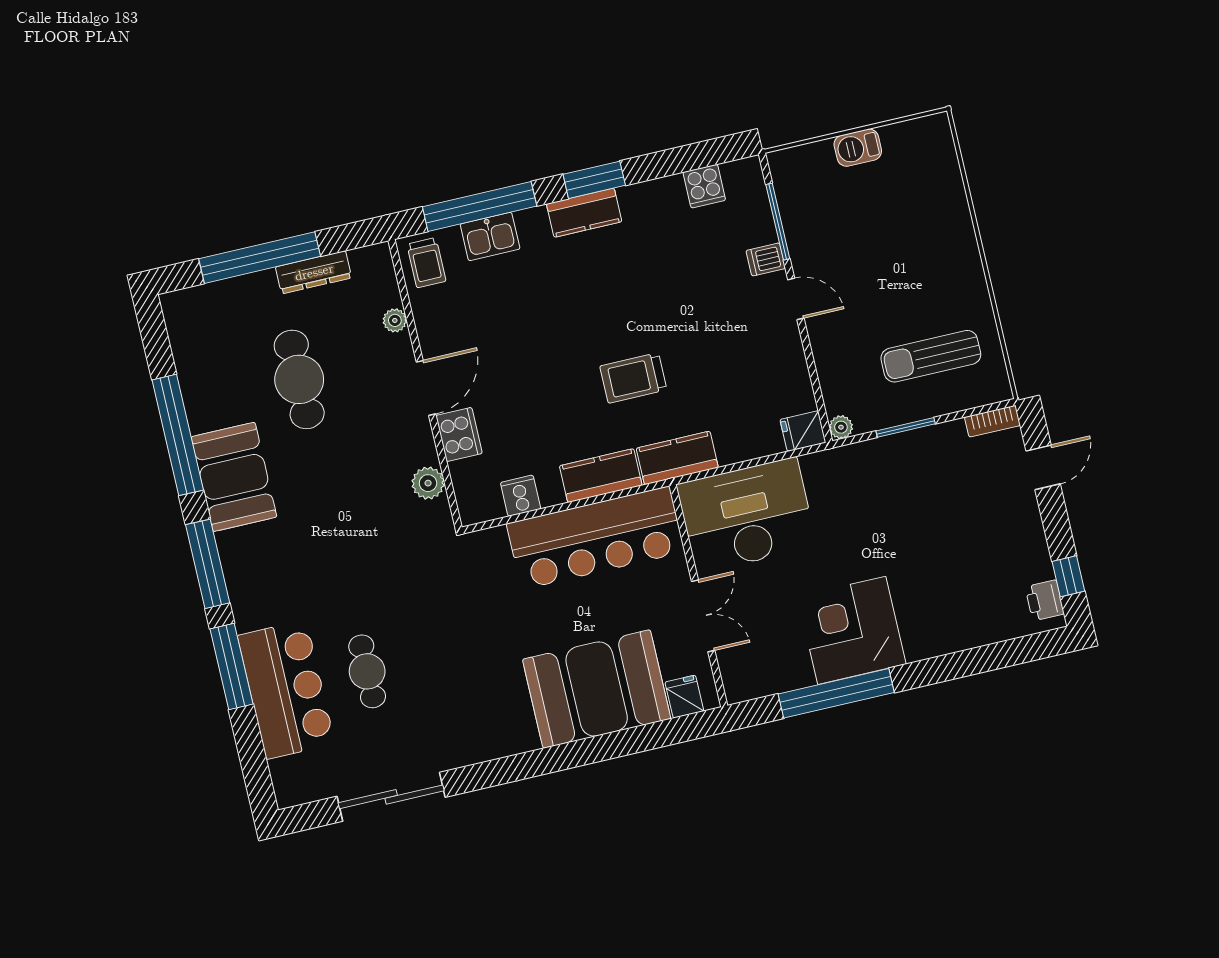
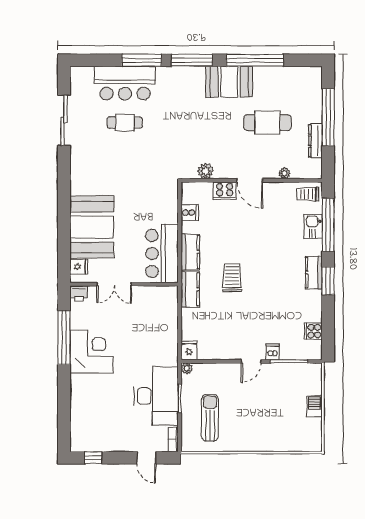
desk: (747, 515) -> (156, 396), moved
bar counter: (596, 538) -> (162, 253), width x0.73
printer: (1045, 600) -> (79, 293), moved, turned 180

